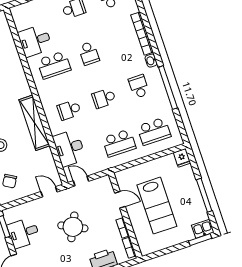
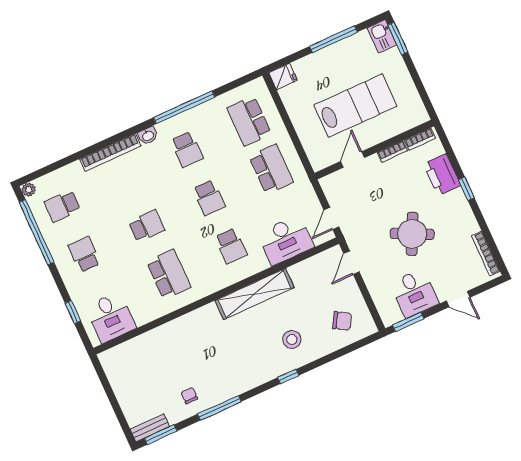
desk: (35, 41) -> (111, 317), moved
school desk: (139, 86) -> (187, 149), turned -90
school desk: (154, 131) -> (249, 121), turned 180
round table: (73, 227) -> (412, 234), moved

